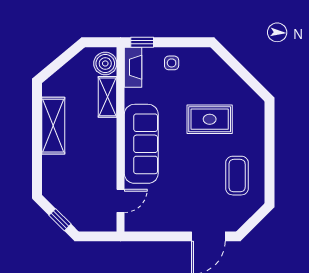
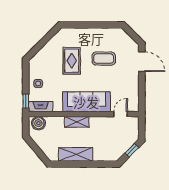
shelving: (108, 97) -> (77, 122), moved
coffee table: (237, 176) -> (104, 59), moved
door: (121, 201) -> (121, 114), hinge flipped

